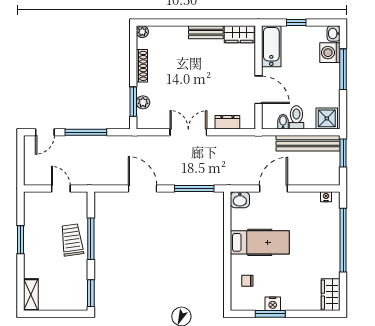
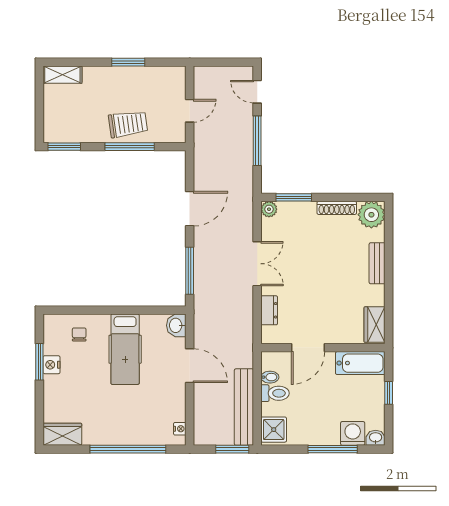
plant: (142, 32) -> (371, 215), width x1.87, depth x1.87
bench: (206, 32) -> (377, 263), moved
plant: (143, 102) -> (269, 209), moved

